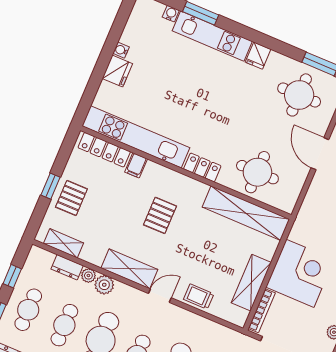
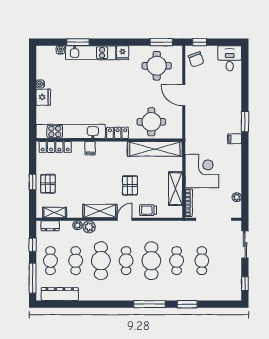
filing cabinet: (136, 165) -> (90, 148), moved
pallet: (160, 215) -> (130, 185), moved
dresser: (67, 267) -> (50, 226), moved

